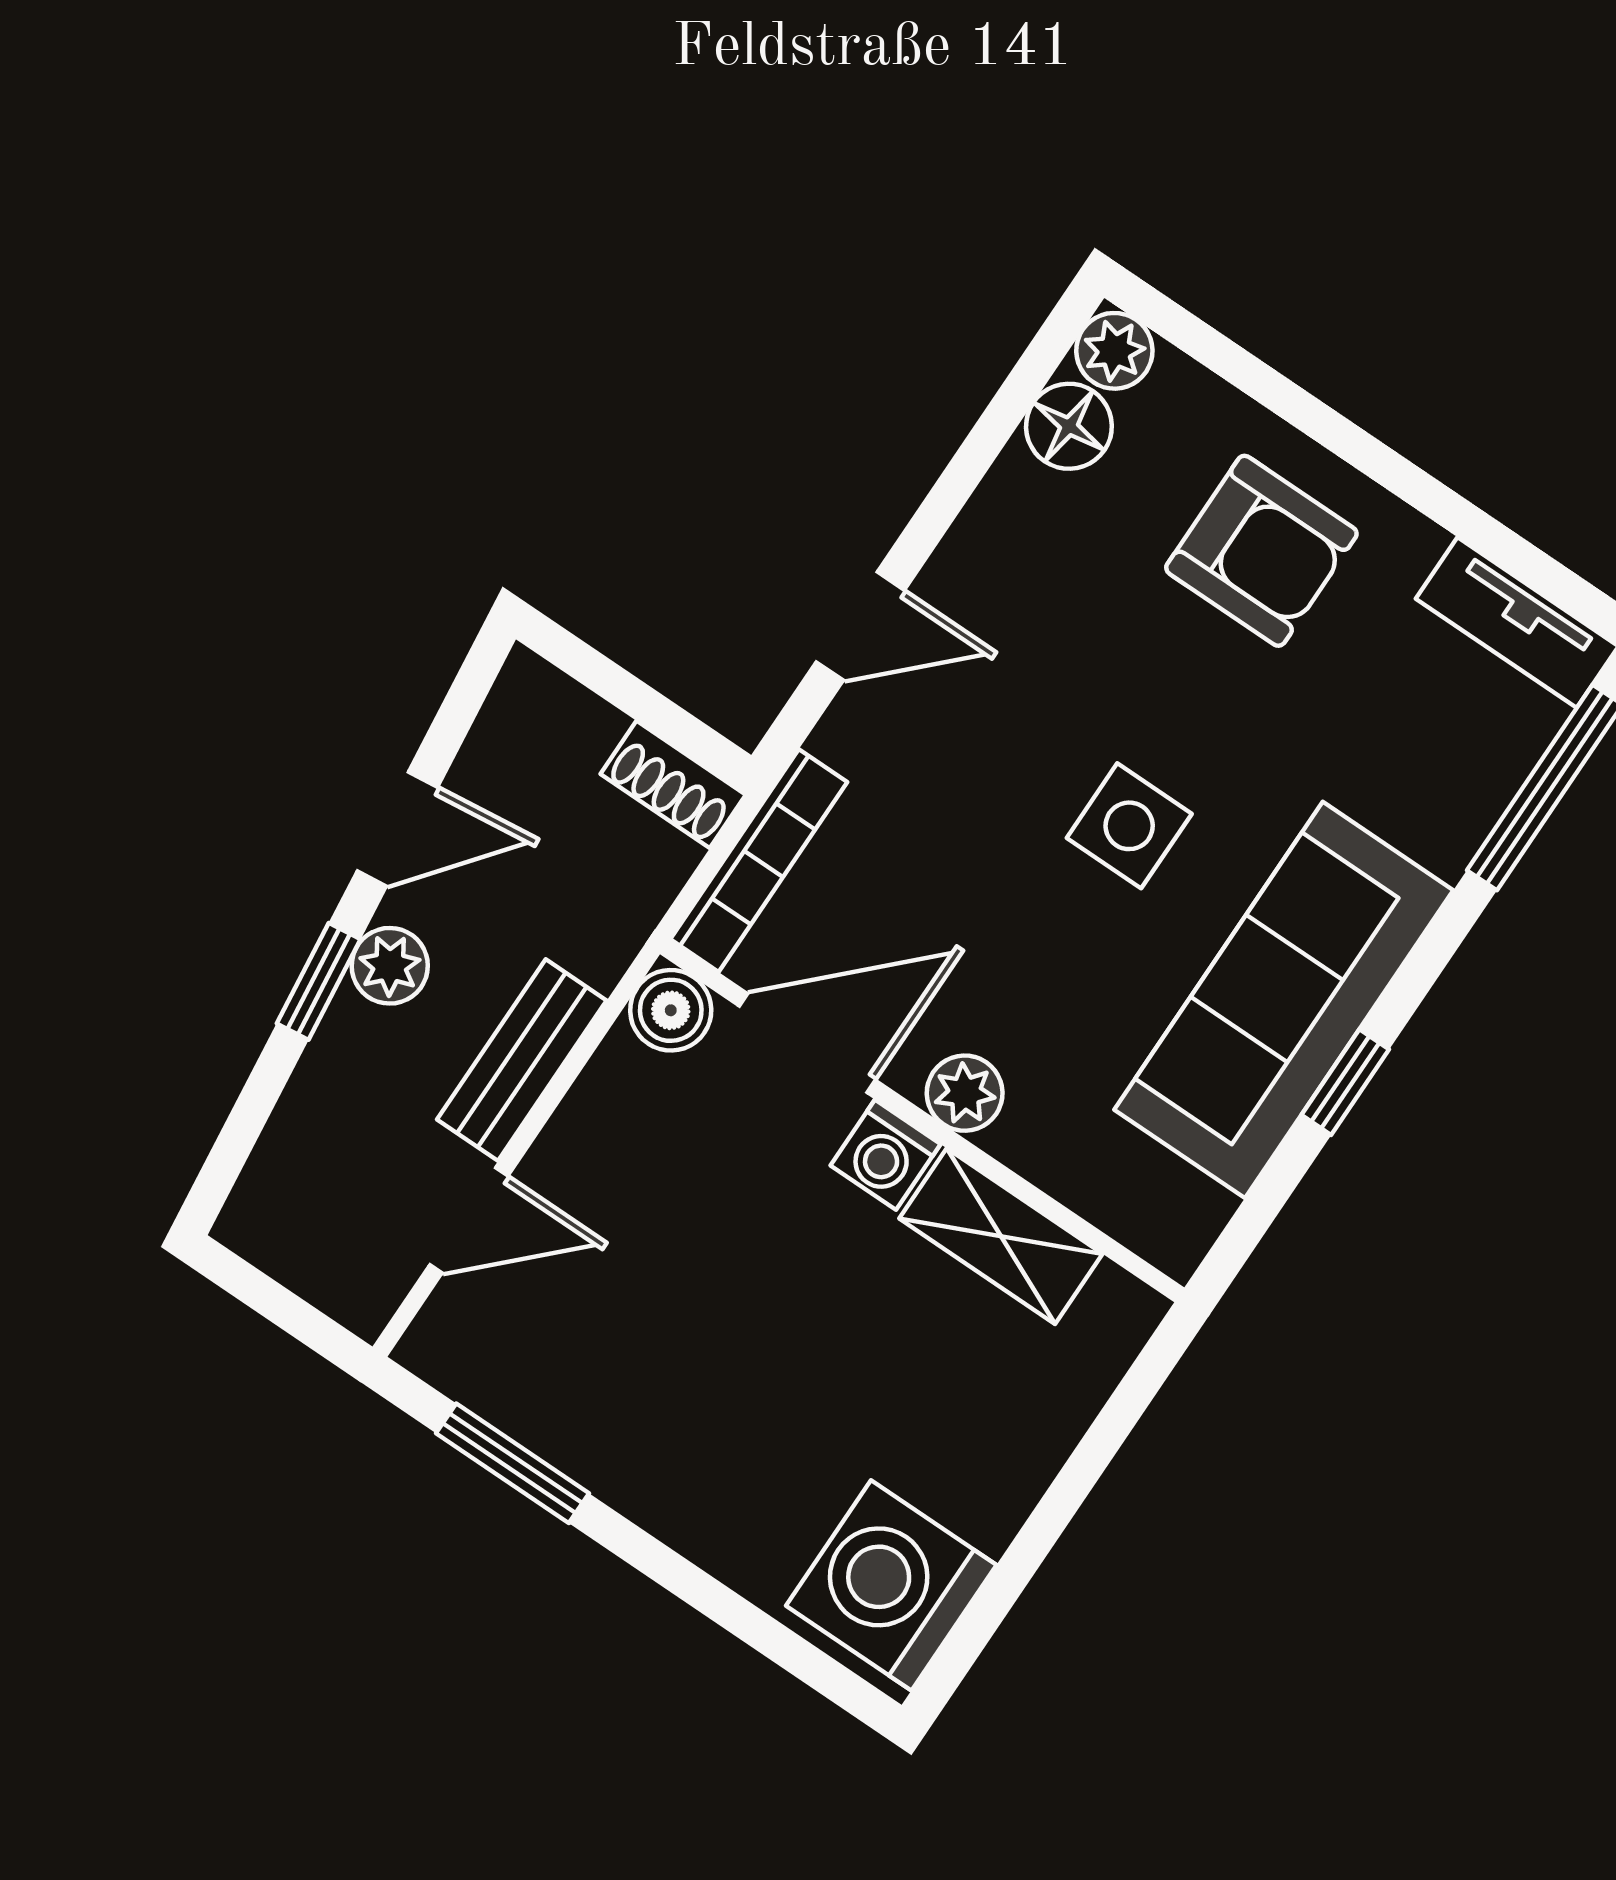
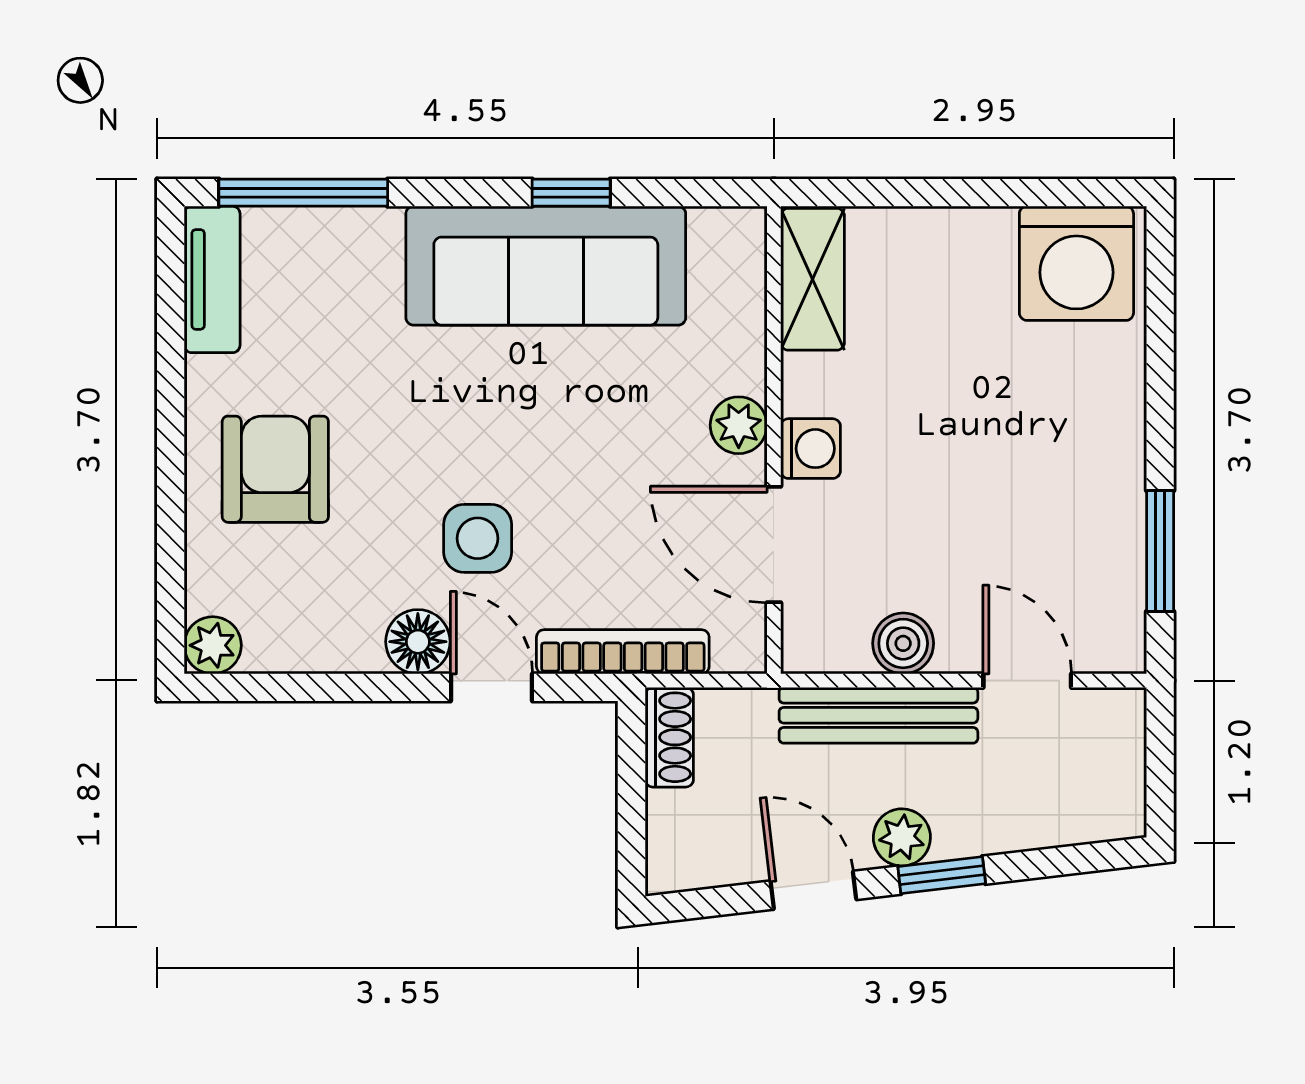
floor lamp: (1069, 426) -> (418, 642), moved
side table: (1129, 826) -> (478, 538), moved
bookcase: (759, 861) -> (623, 652), moved
boiler: (671, 1010) -> (903, 643), moved
bench: (522, 1060) -> (878, 715), width x1.36
shelving: (1001, 1236) -> (813, 279), moved

